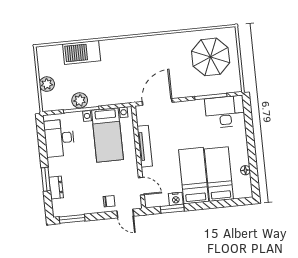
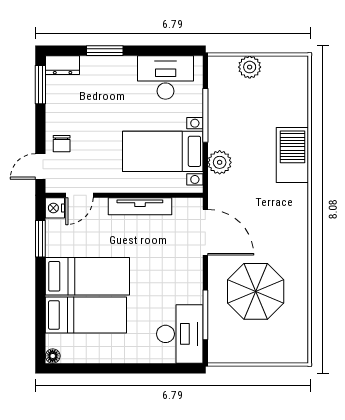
barbecue: (82, 52) -> (292, 155), moved
parasol: (211, 57) -> (256, 291), moved
plant: (80, 100) -> (220, 162), moved
floor lamp: (245, 170) -> (53, 356), moved
dresser: (56, 187) -> (63, 65), moved
nightstand: (176, 199) -> (55, 208), moved

